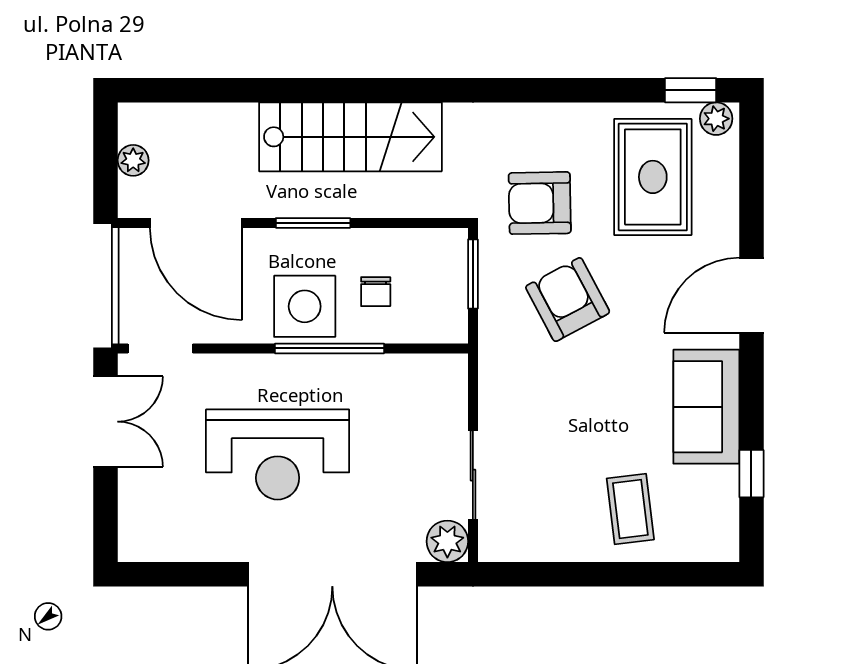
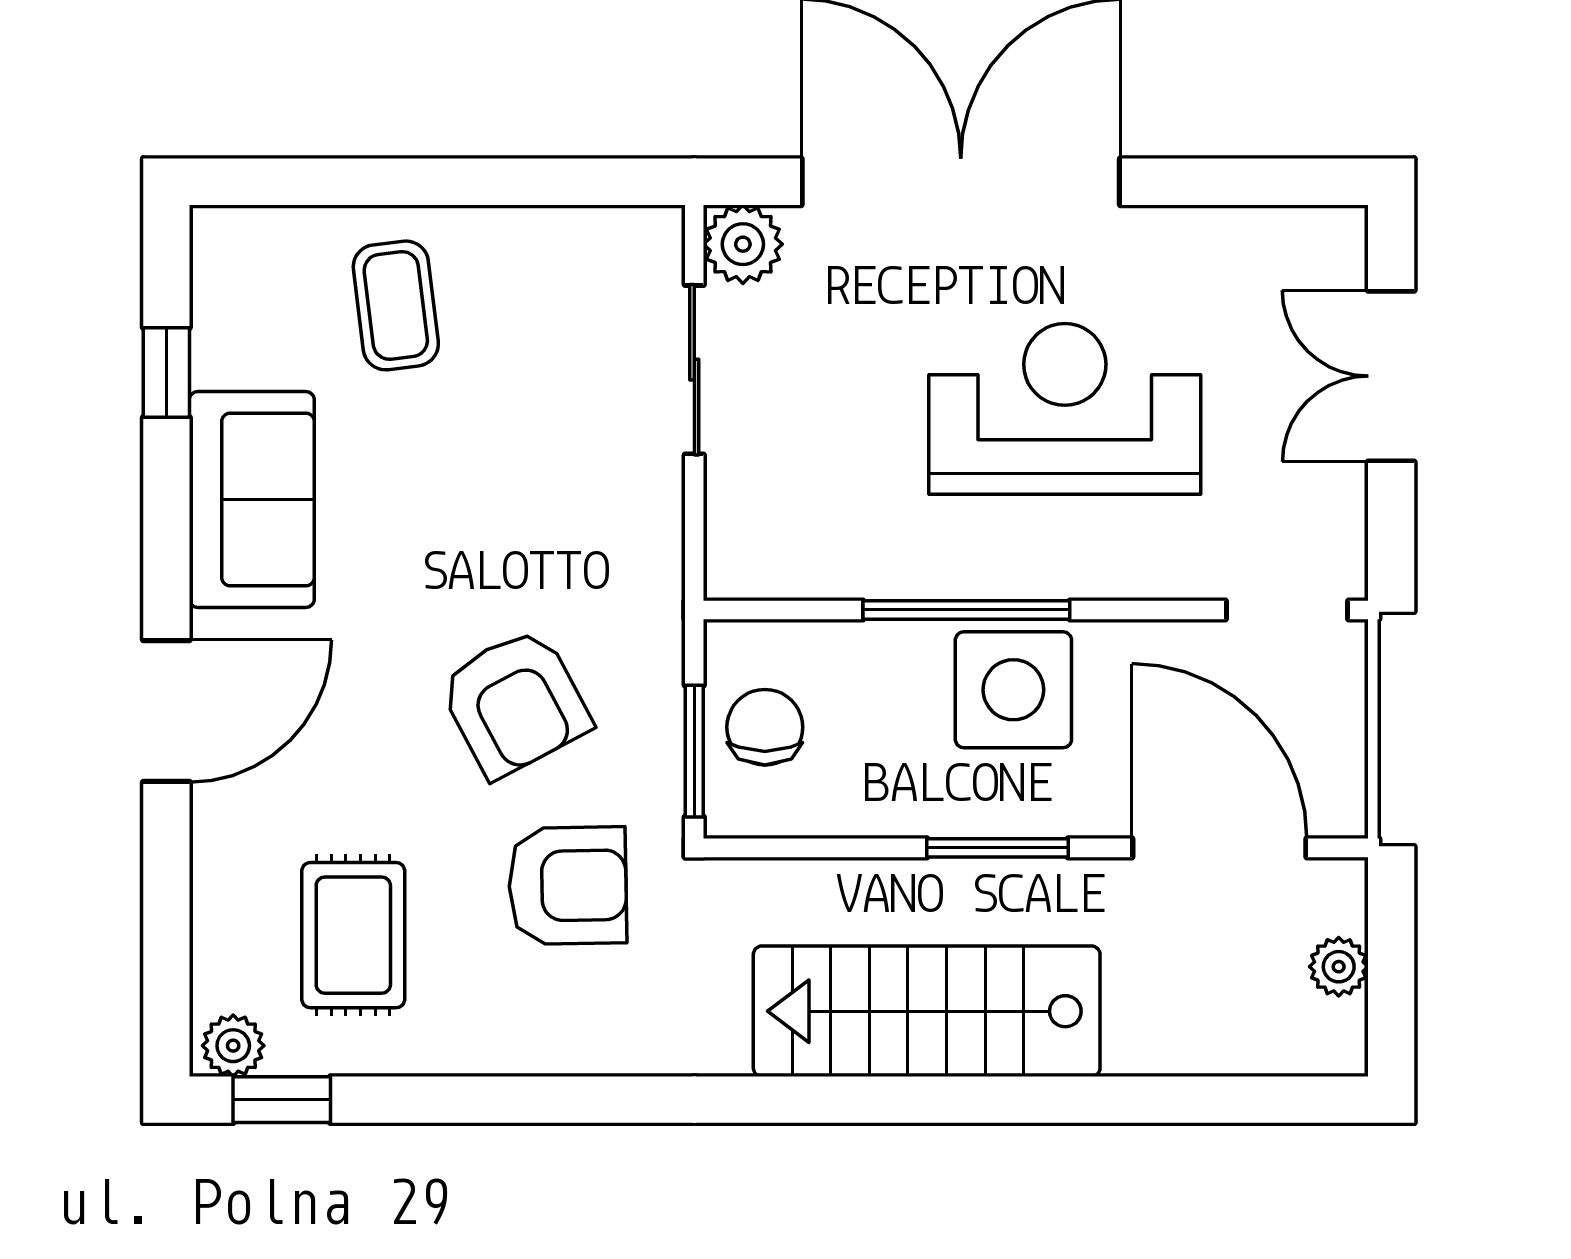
rug: (653, 177) -> (353, 935), width x0.73, depth x0.70
chair: (376, 292) -> (765, 727), moved, width x1.37, depth x1.37
double door: (106, 422) -> (1391, 376), moved

